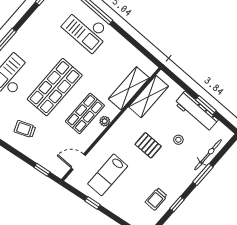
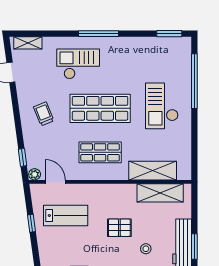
checkout: (86, 30) -> (162, 106), moved
plant: (105, 121) -> (35, 174), moved
pallet: (148, 145) -> (119, 228), turned 90
lab bench: (108, 175) -> (66, 216), turned 180

